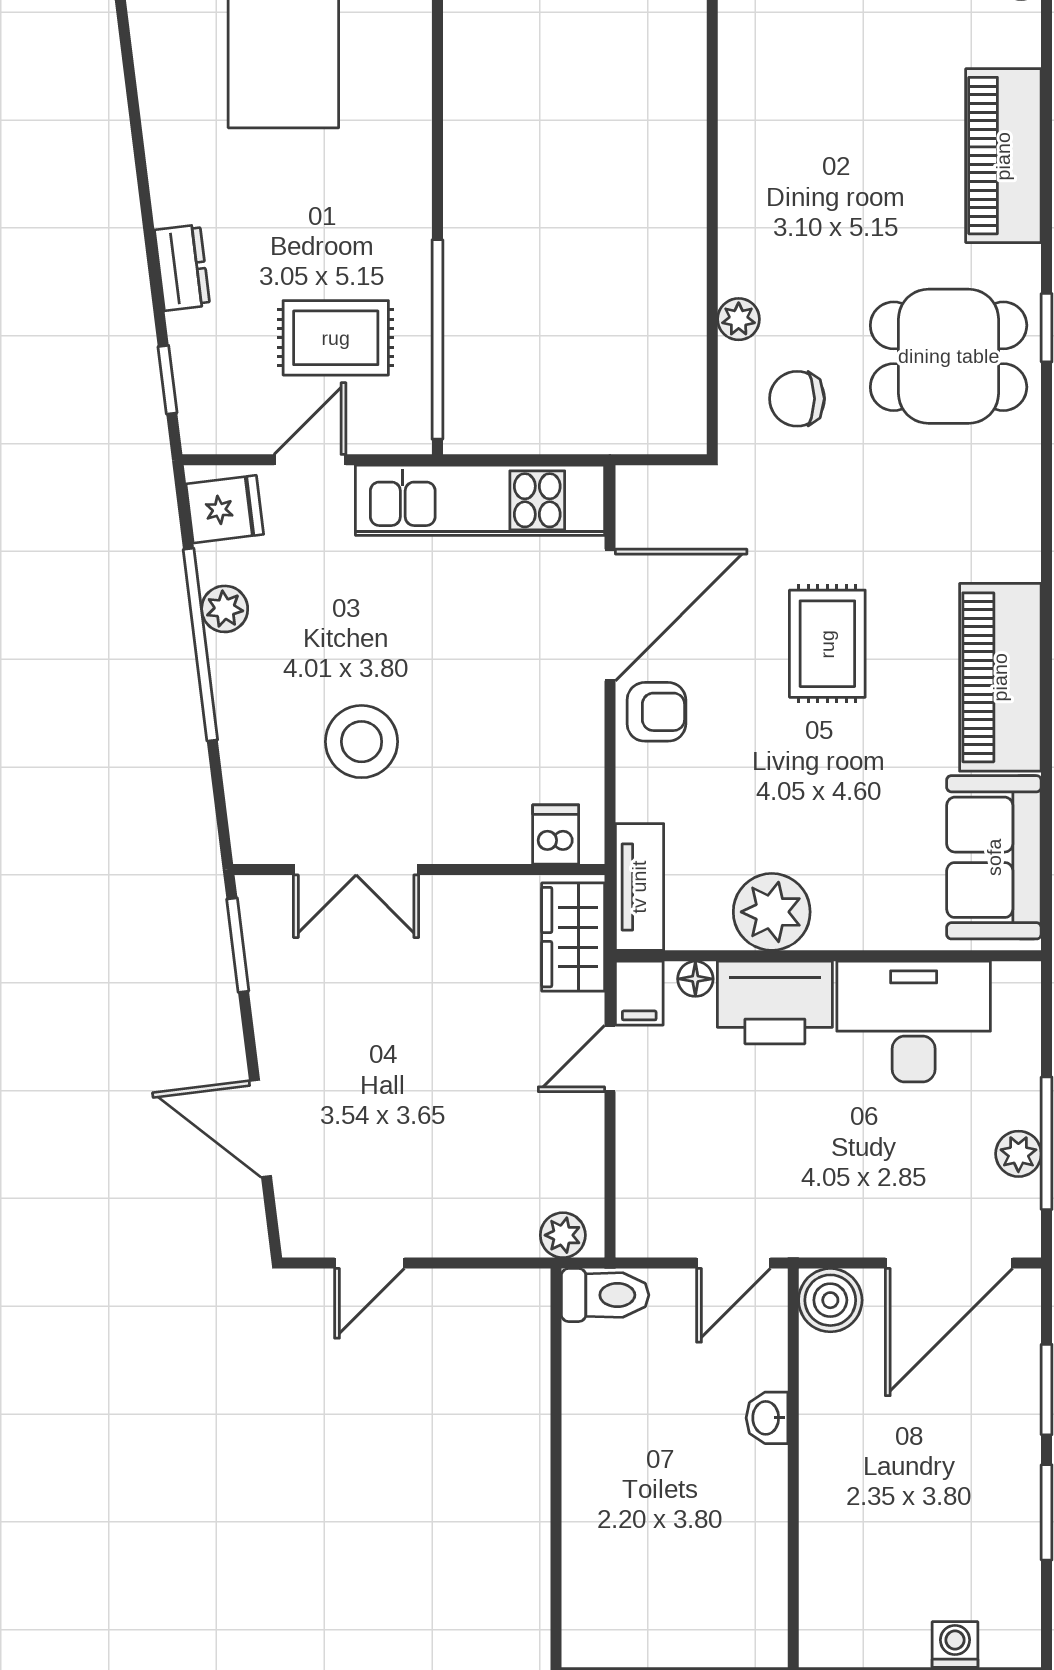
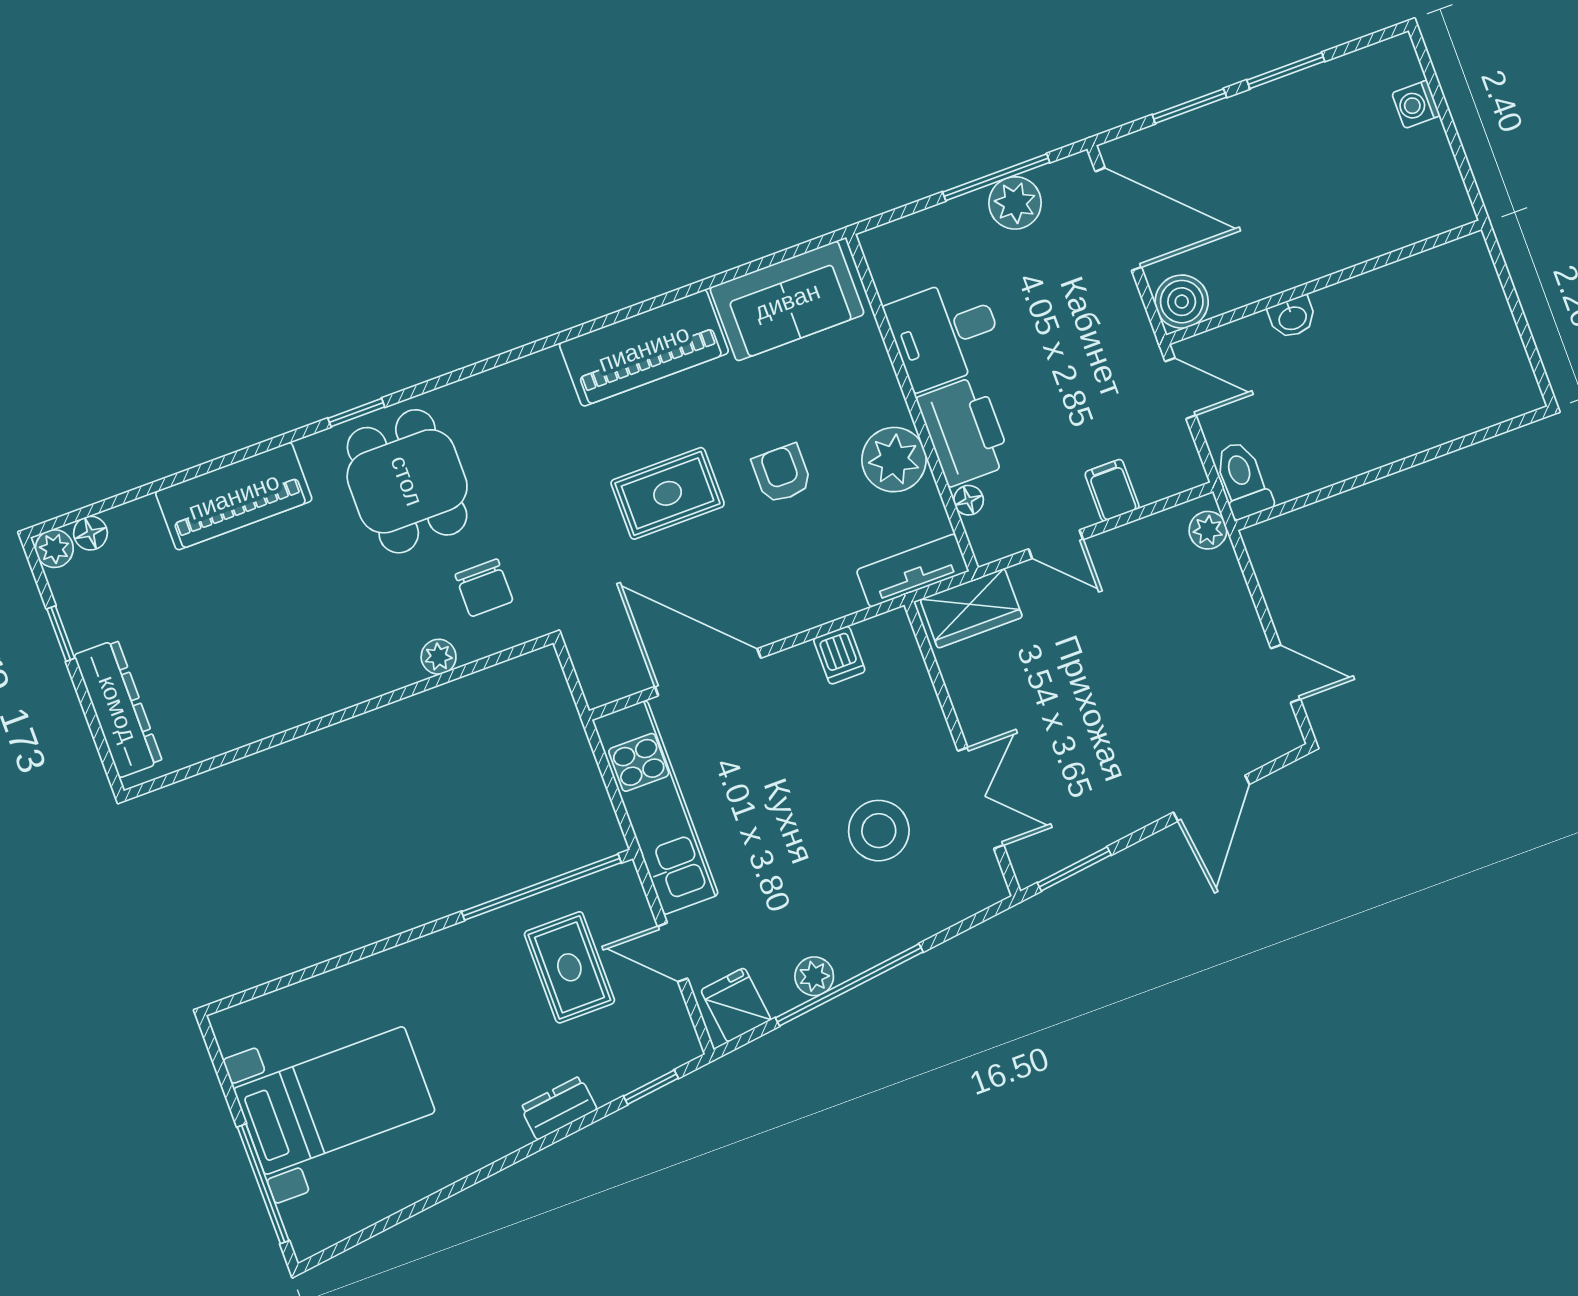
armchair: (656, 712) -> (782, 474), moved
dishwasher: (556, 834) -> (839, 655), moved, turned -90
filing cabinet: (639, 993) -> (1112, 490), moved, turned -90
desk: (914, 1022) -> (945, 333), width x0.73
plant: (1018, 1154) -> (1015, 203), width x1.38, depth x1.38

